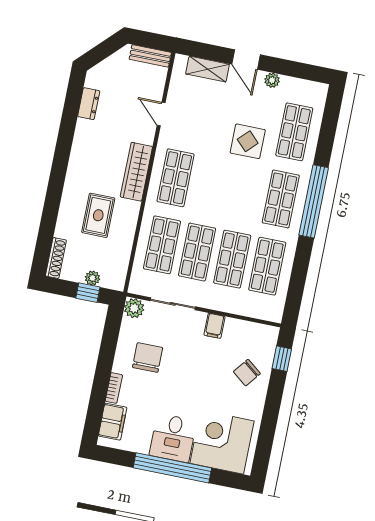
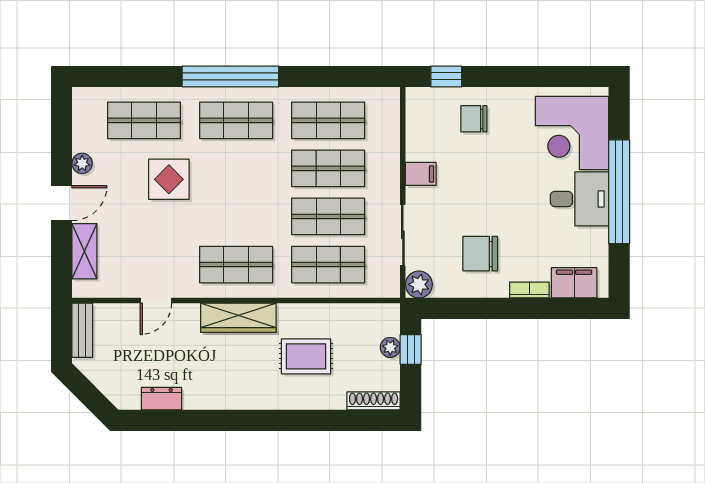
chair: (247, 373) -> (474, 119), turned 142

